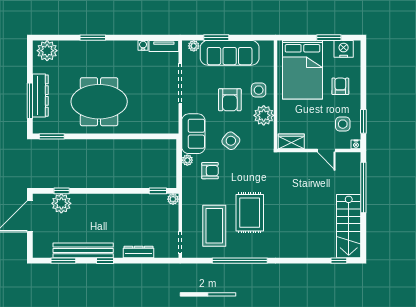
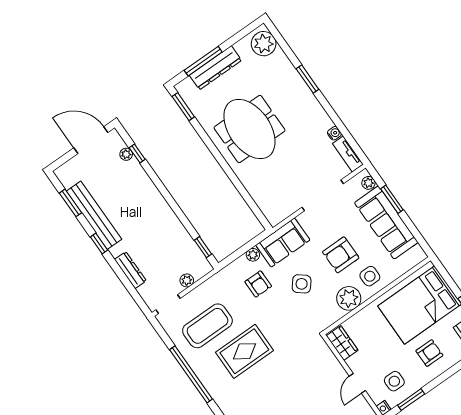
plant: (173, 199) -> (187, 280), moved
plant: (61, 203) -> (126, 154), width x0.53, depth x0.53

